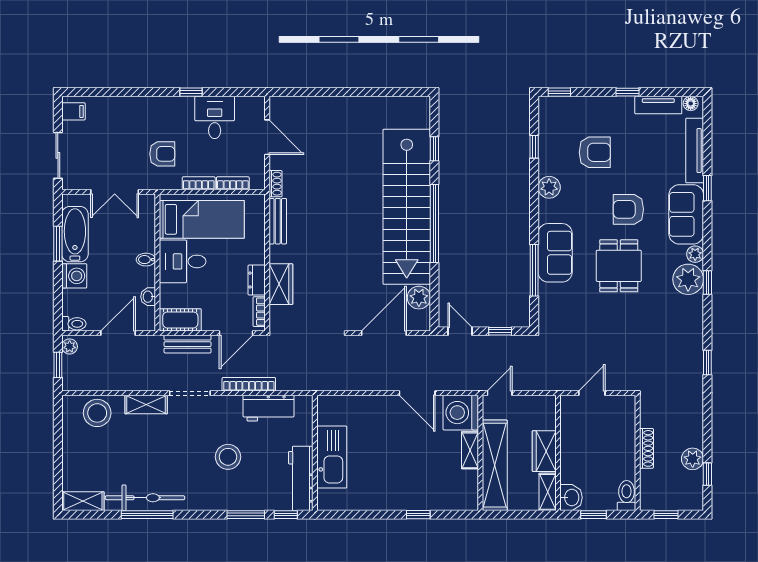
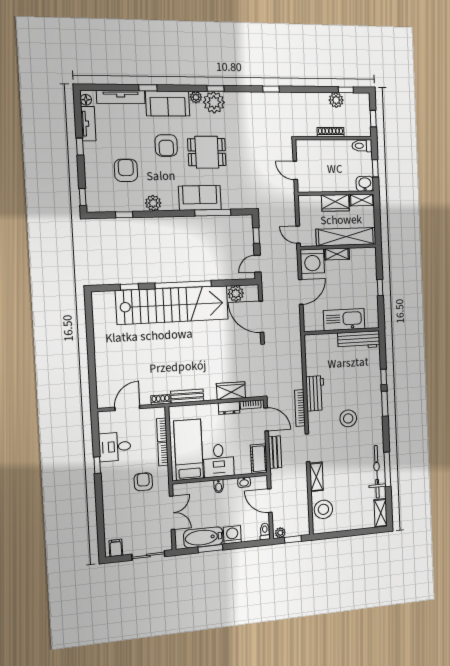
wall: (315, 453) -> (342, 331), moved
kitchen sink: (332, 457) -> (344, 320), moved
workbench: (301, 478) -> (359, 340), moved

